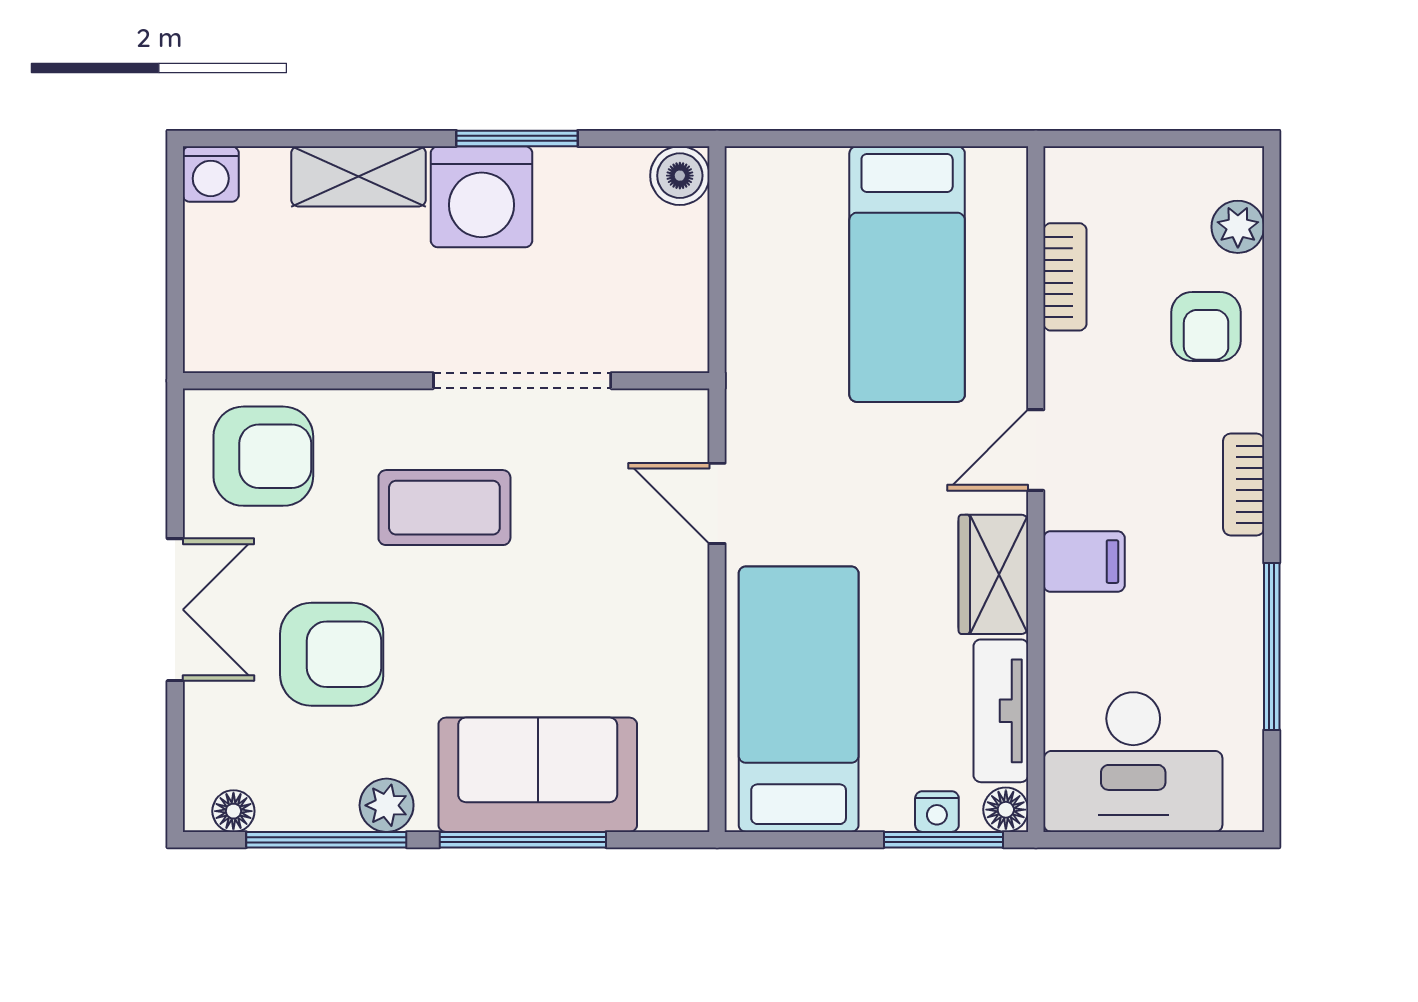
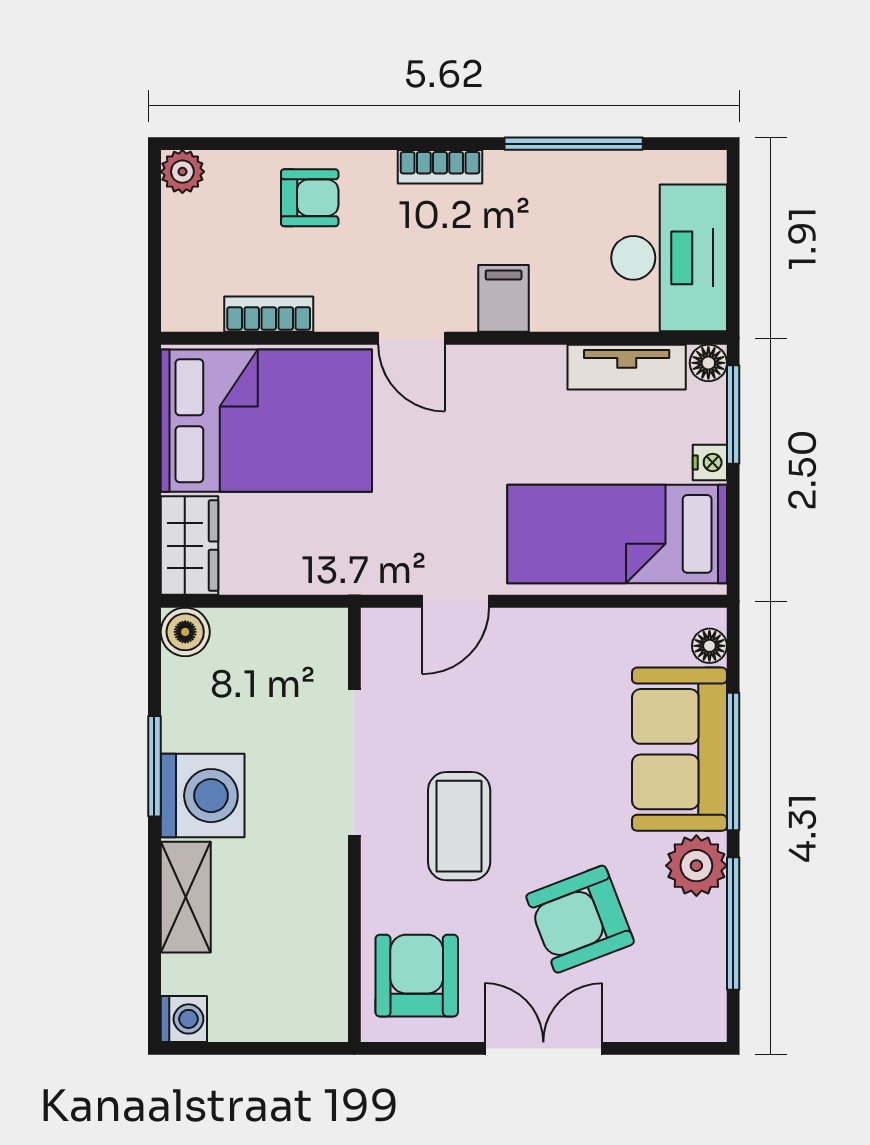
plant: (1238, 227) -> (182, 172), moved
bed: (907, 274) -> (266, 421), width x1.50
wardrobe: (993, 574) -> (189, 546), moved, turned -90
armchair: (332, 654) -> (580, 919), turned -111
plant: (387, 805) -> (696, 866), width x1.38, depth x1.38
floor lamp: (233, 811) -> (709, 646), moved
nightstand: (937, 812) -> (710, 462), moved

